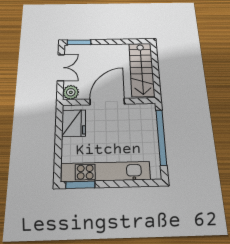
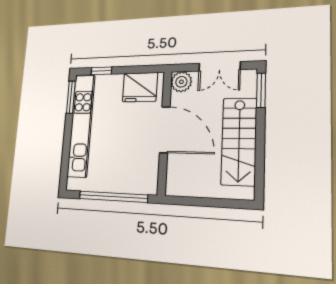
stairs: (142, 69) -> (239, 141), moved, turned -90
window: (58, 158) -> (101, 71), added

